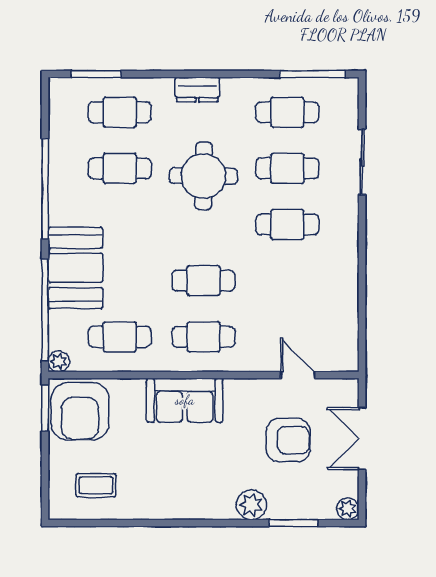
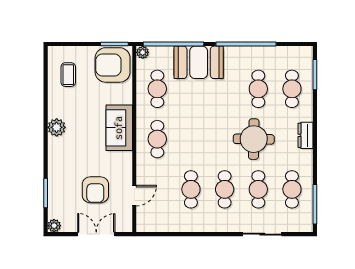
cafe table: (204, 281) -> (191, 189), moved
plant: (251, 505) -> (57, 127), moved

